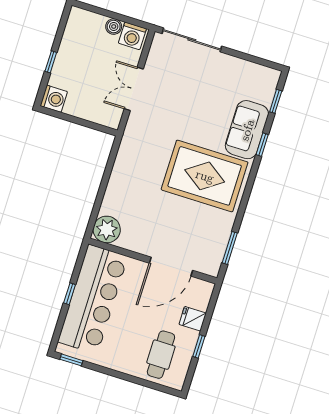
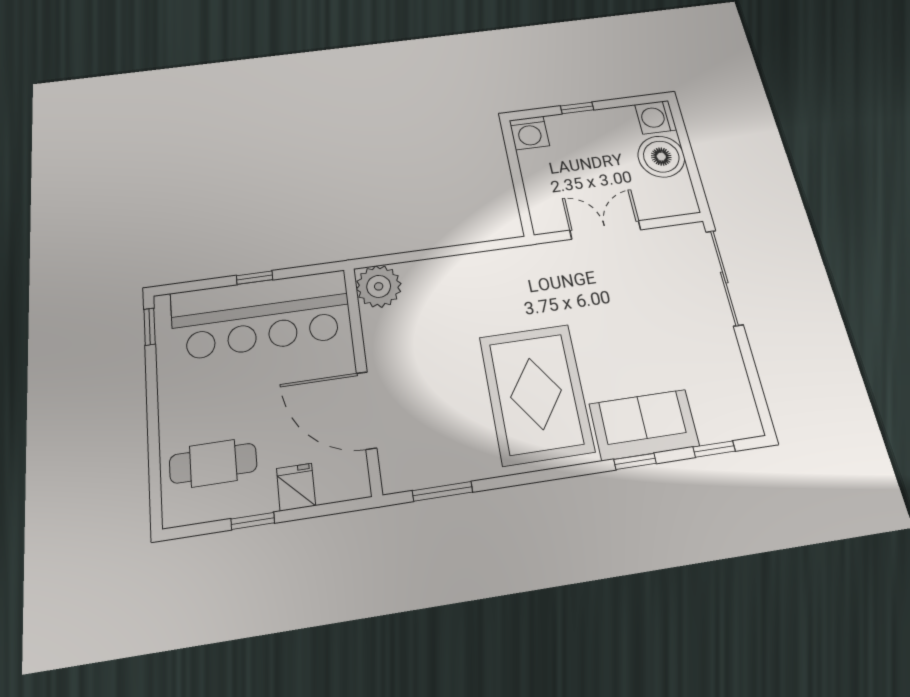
boiler: (114, 27) -> (661, 157), width x1.86, depth x1.86
washing machine: (132, 36) -> (656, 117), moved

